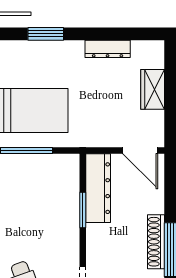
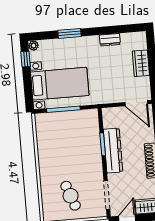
dresser: (108, 49) -> (110, 40), width x0.70
dresser: (98, 188) -> (113, 151), moved

